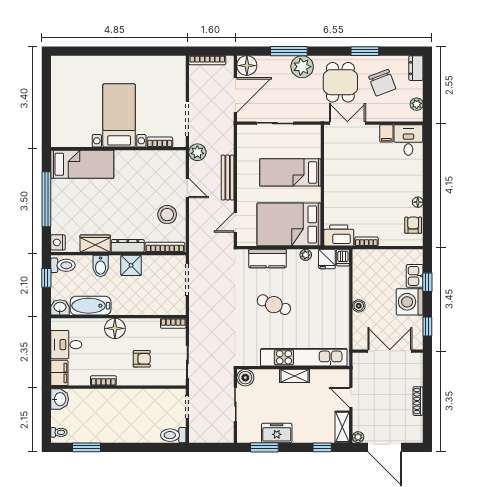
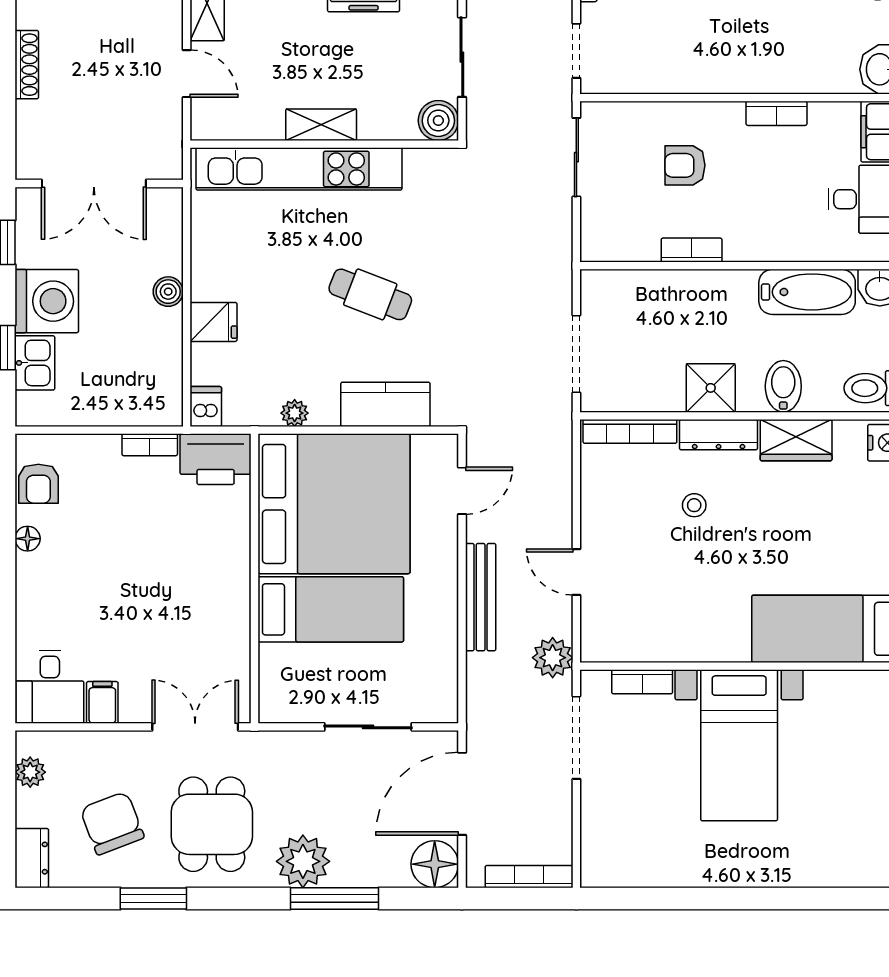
double door: (347, 123) -> (195, 727), swing flipped
stool: (167, 215) -> (694, 505), moved, width x0.53, depth x0.53
bed: (289, 224) -> (334, 504), width x1.36
fridge: (327, 259) -> (214, 322), moved, turned 90
bookcase: (173, 323) -> (692, 250), moved
floor lamp: (115, 328) -> (749, 238), removed

